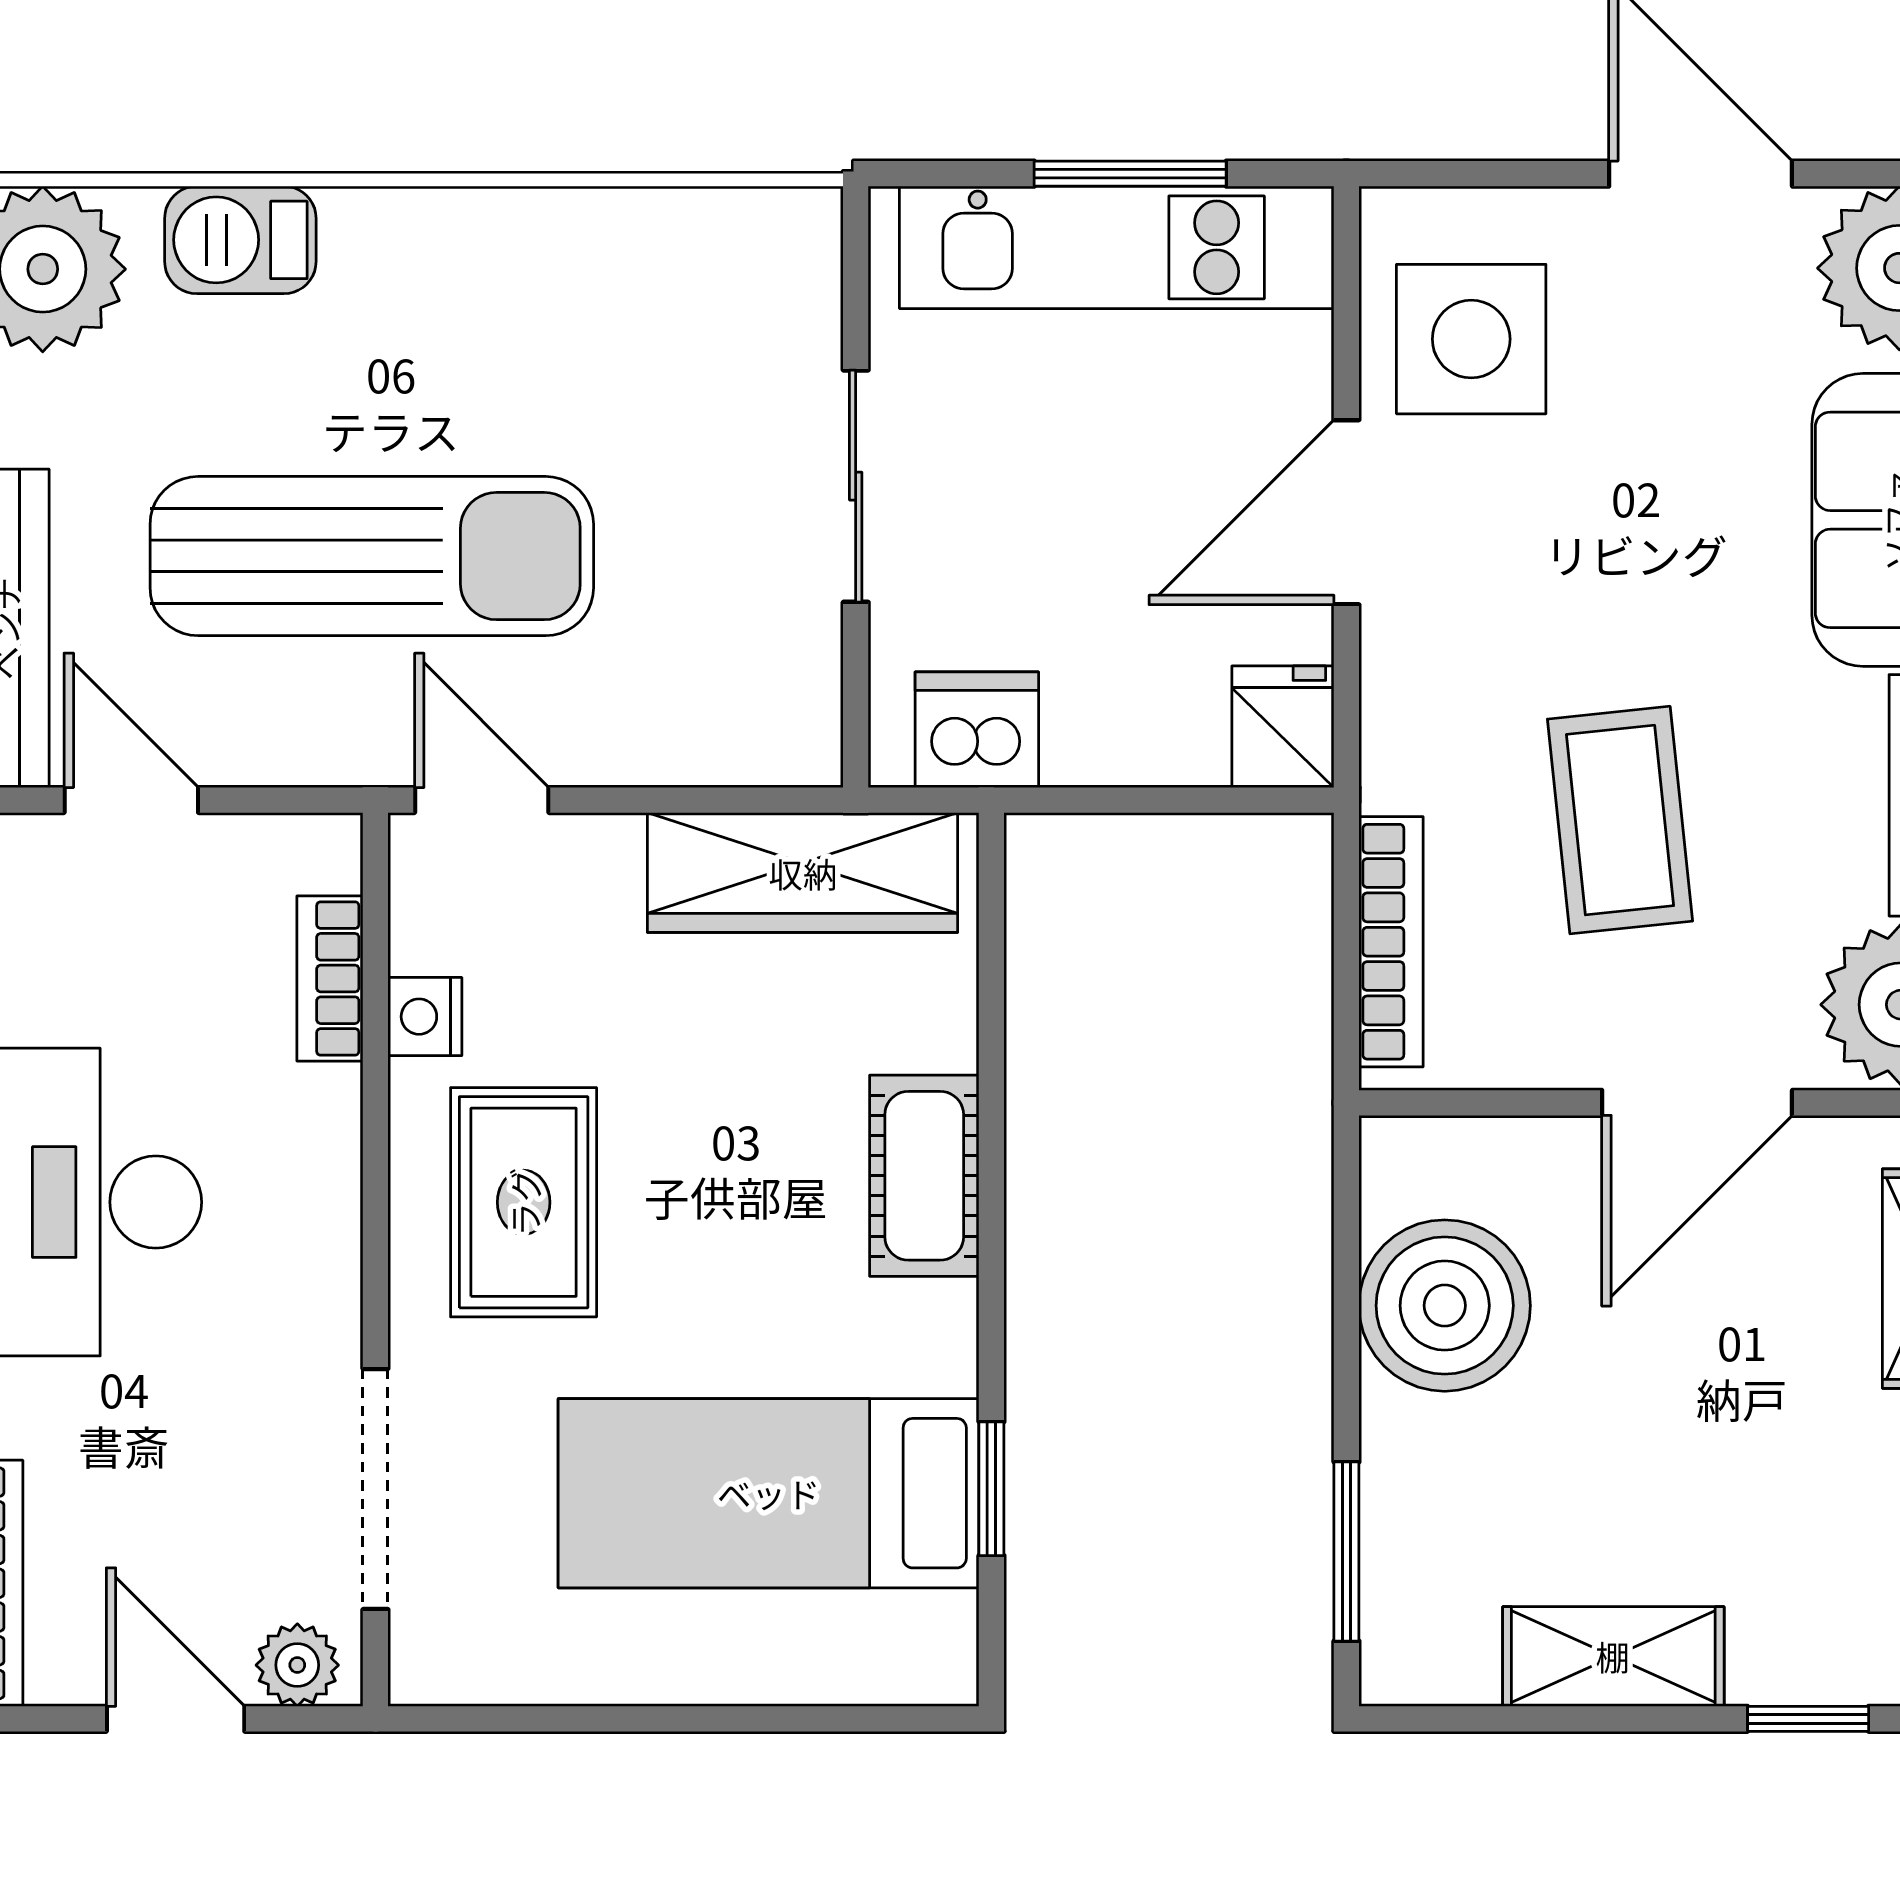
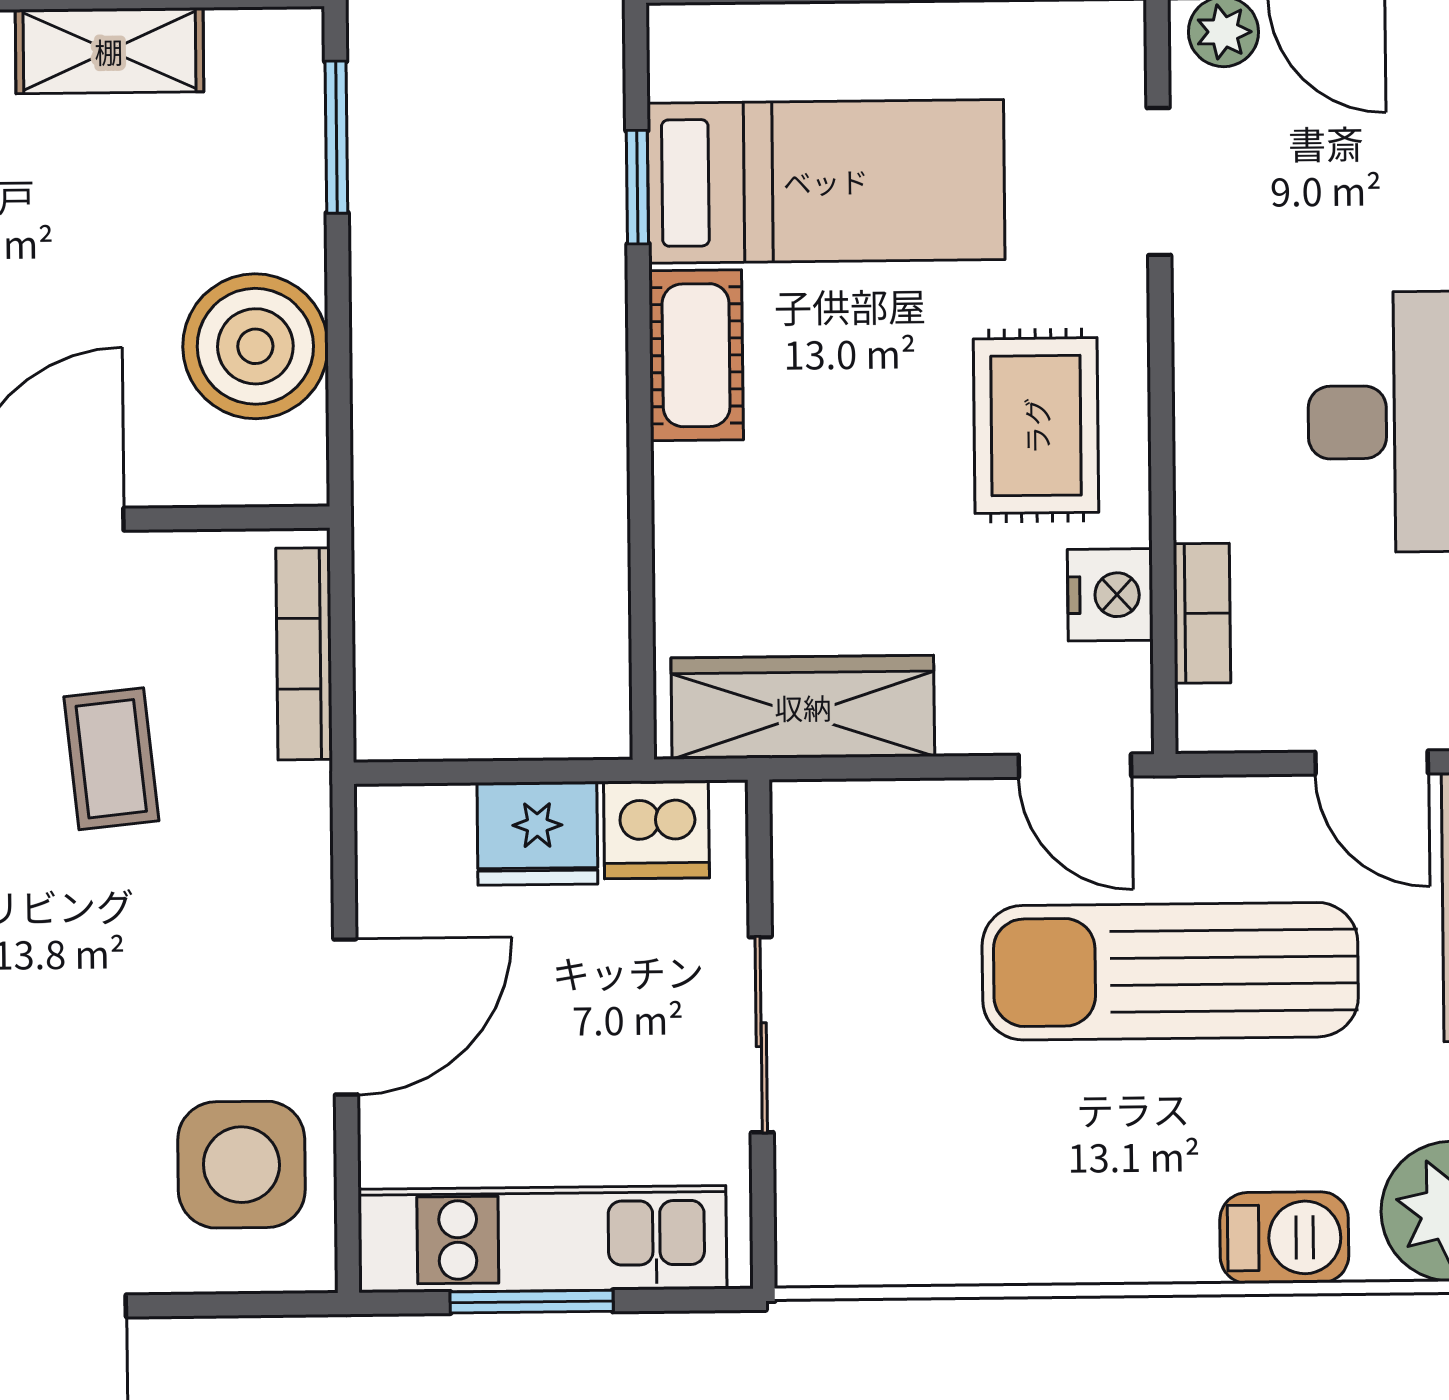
fridge: (1283, 727) -> (537, 833), moved, width x1.38
coffee table: (1620, 820) -> (111, 759), width x0.73, depth x0.77
nightstand: (425, 1017) -> (1110, 595), width x1.39, depth x1.35
cot: (924, 1176) -> (696, 355), moved
doorway: (375, 1489) -> (1159, 181), width x0.73

